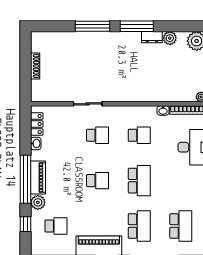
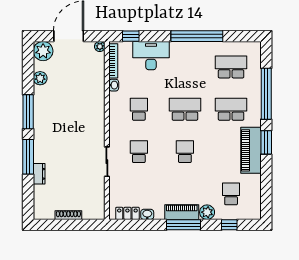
dresser: (152, 37) -> (39, 174), moved
window: (26, 179) -> (184, 225), width x0.68

